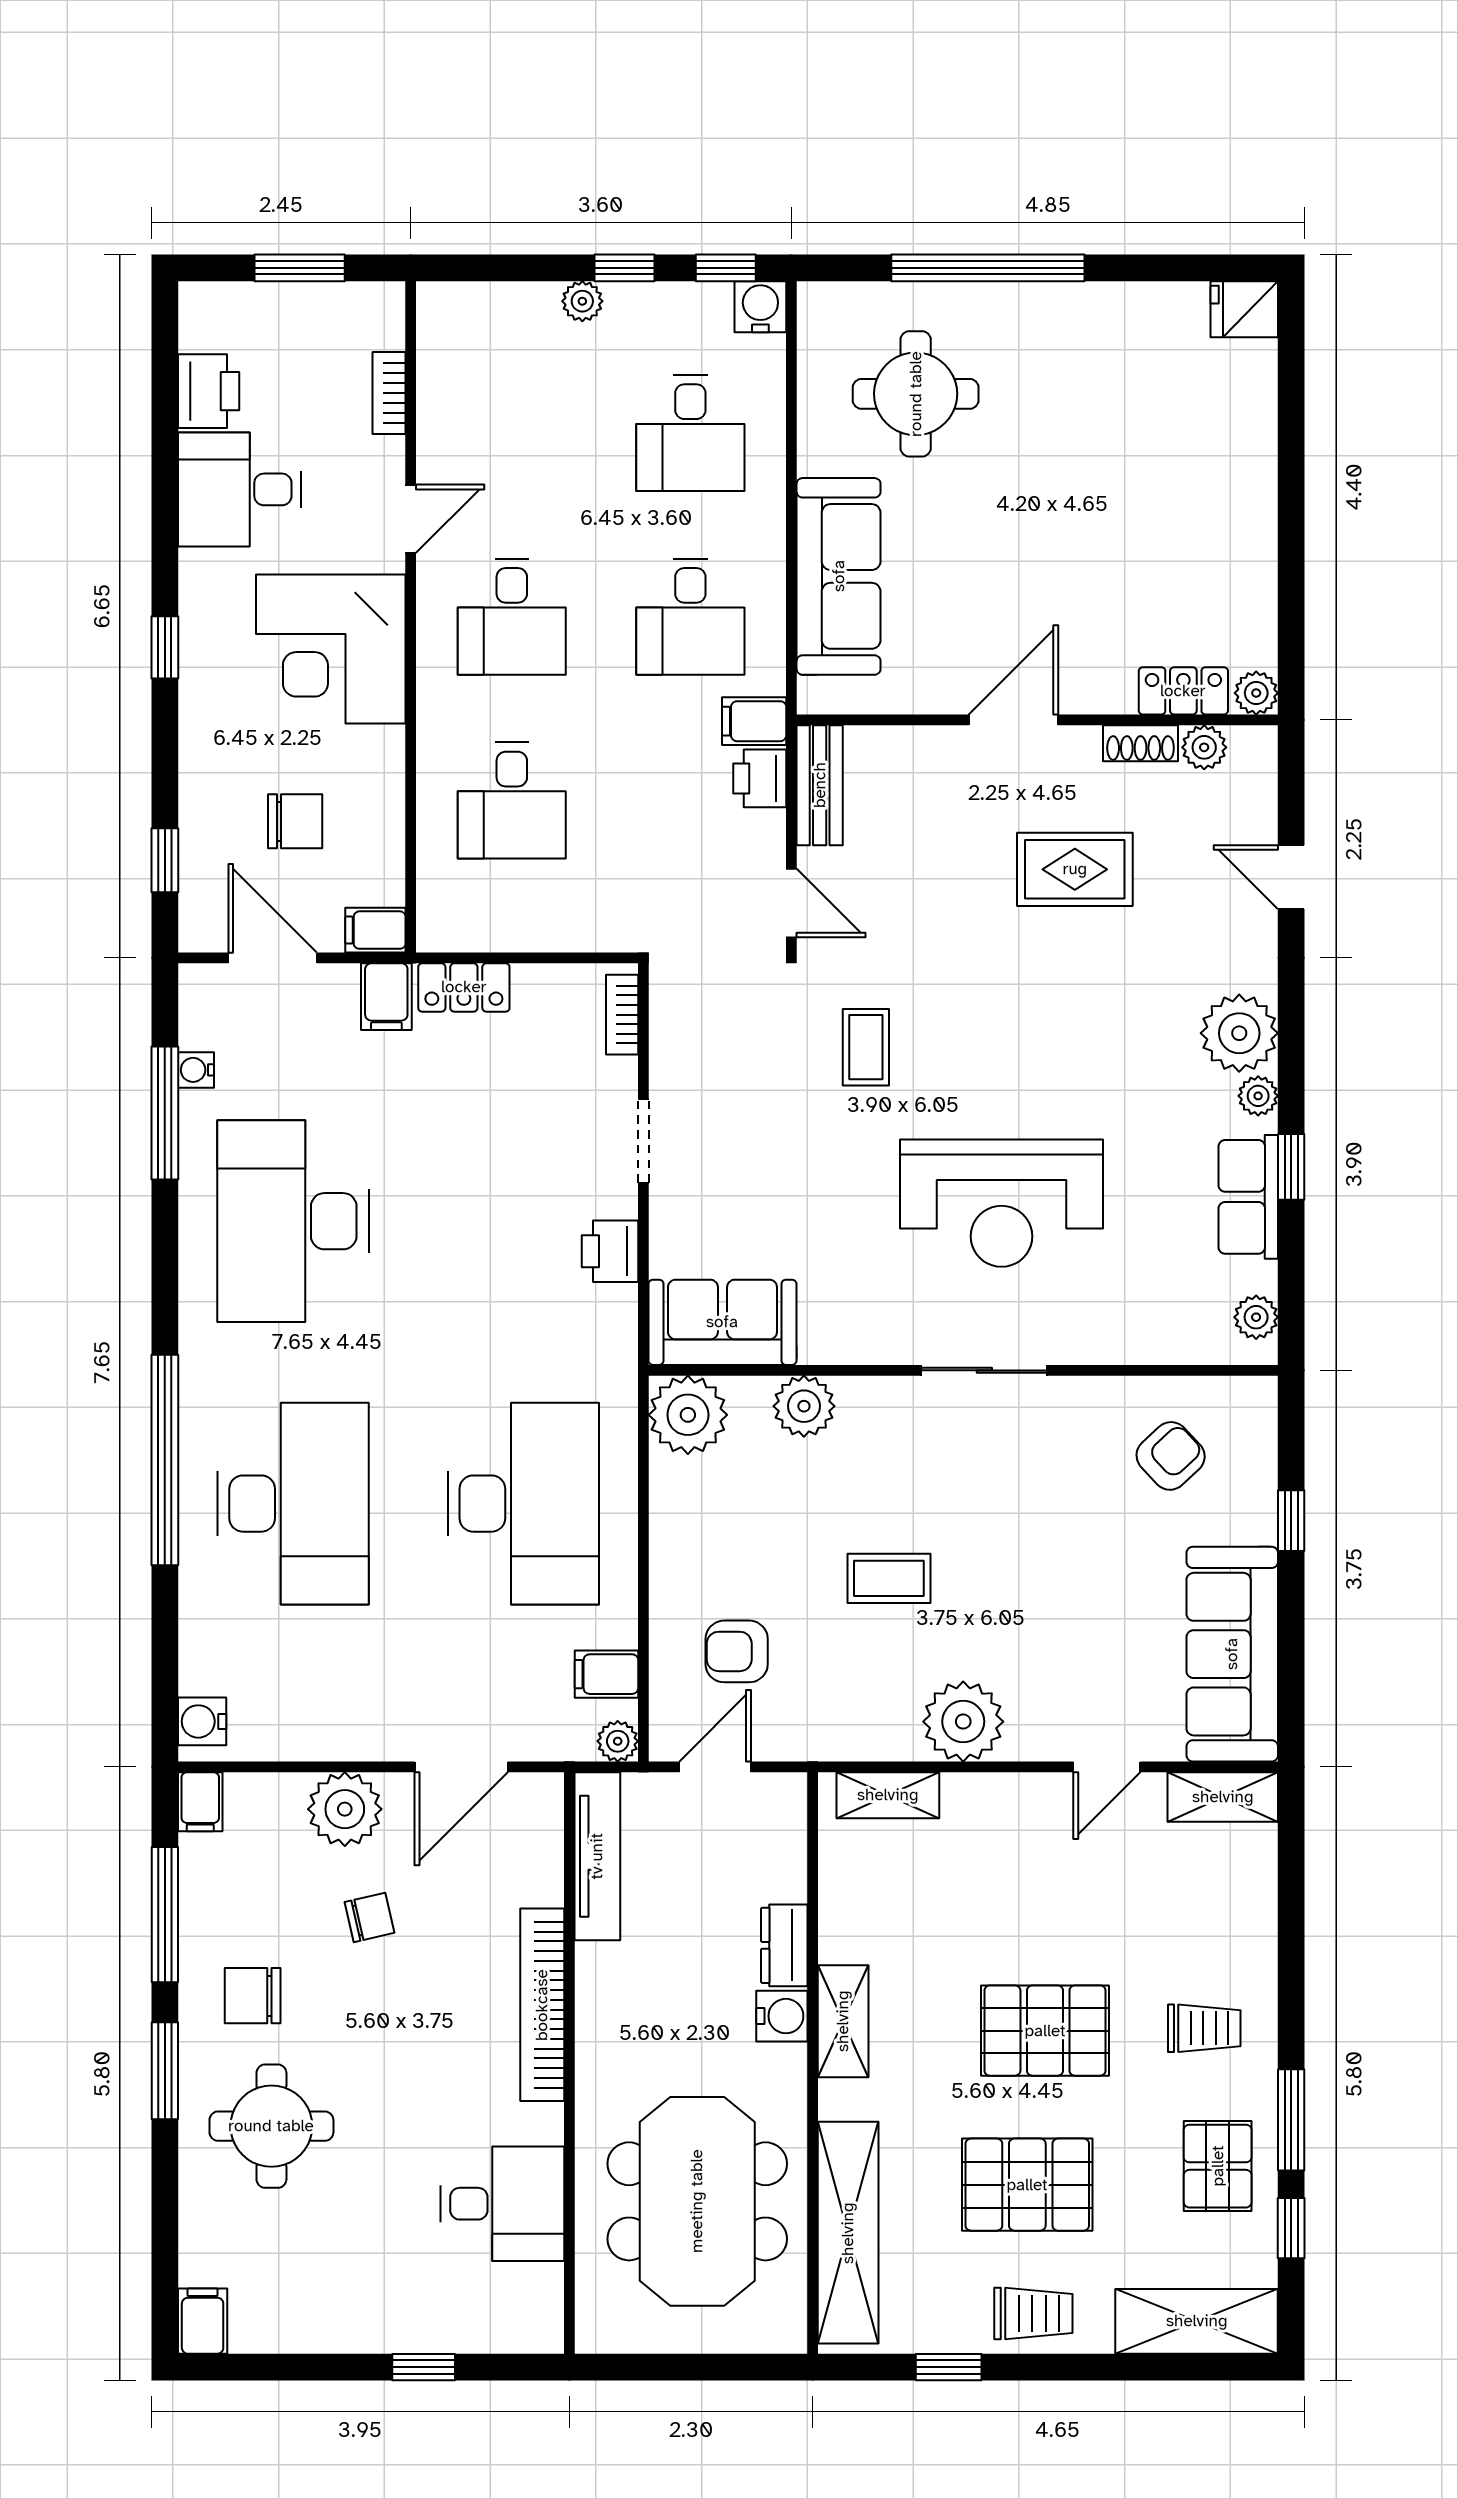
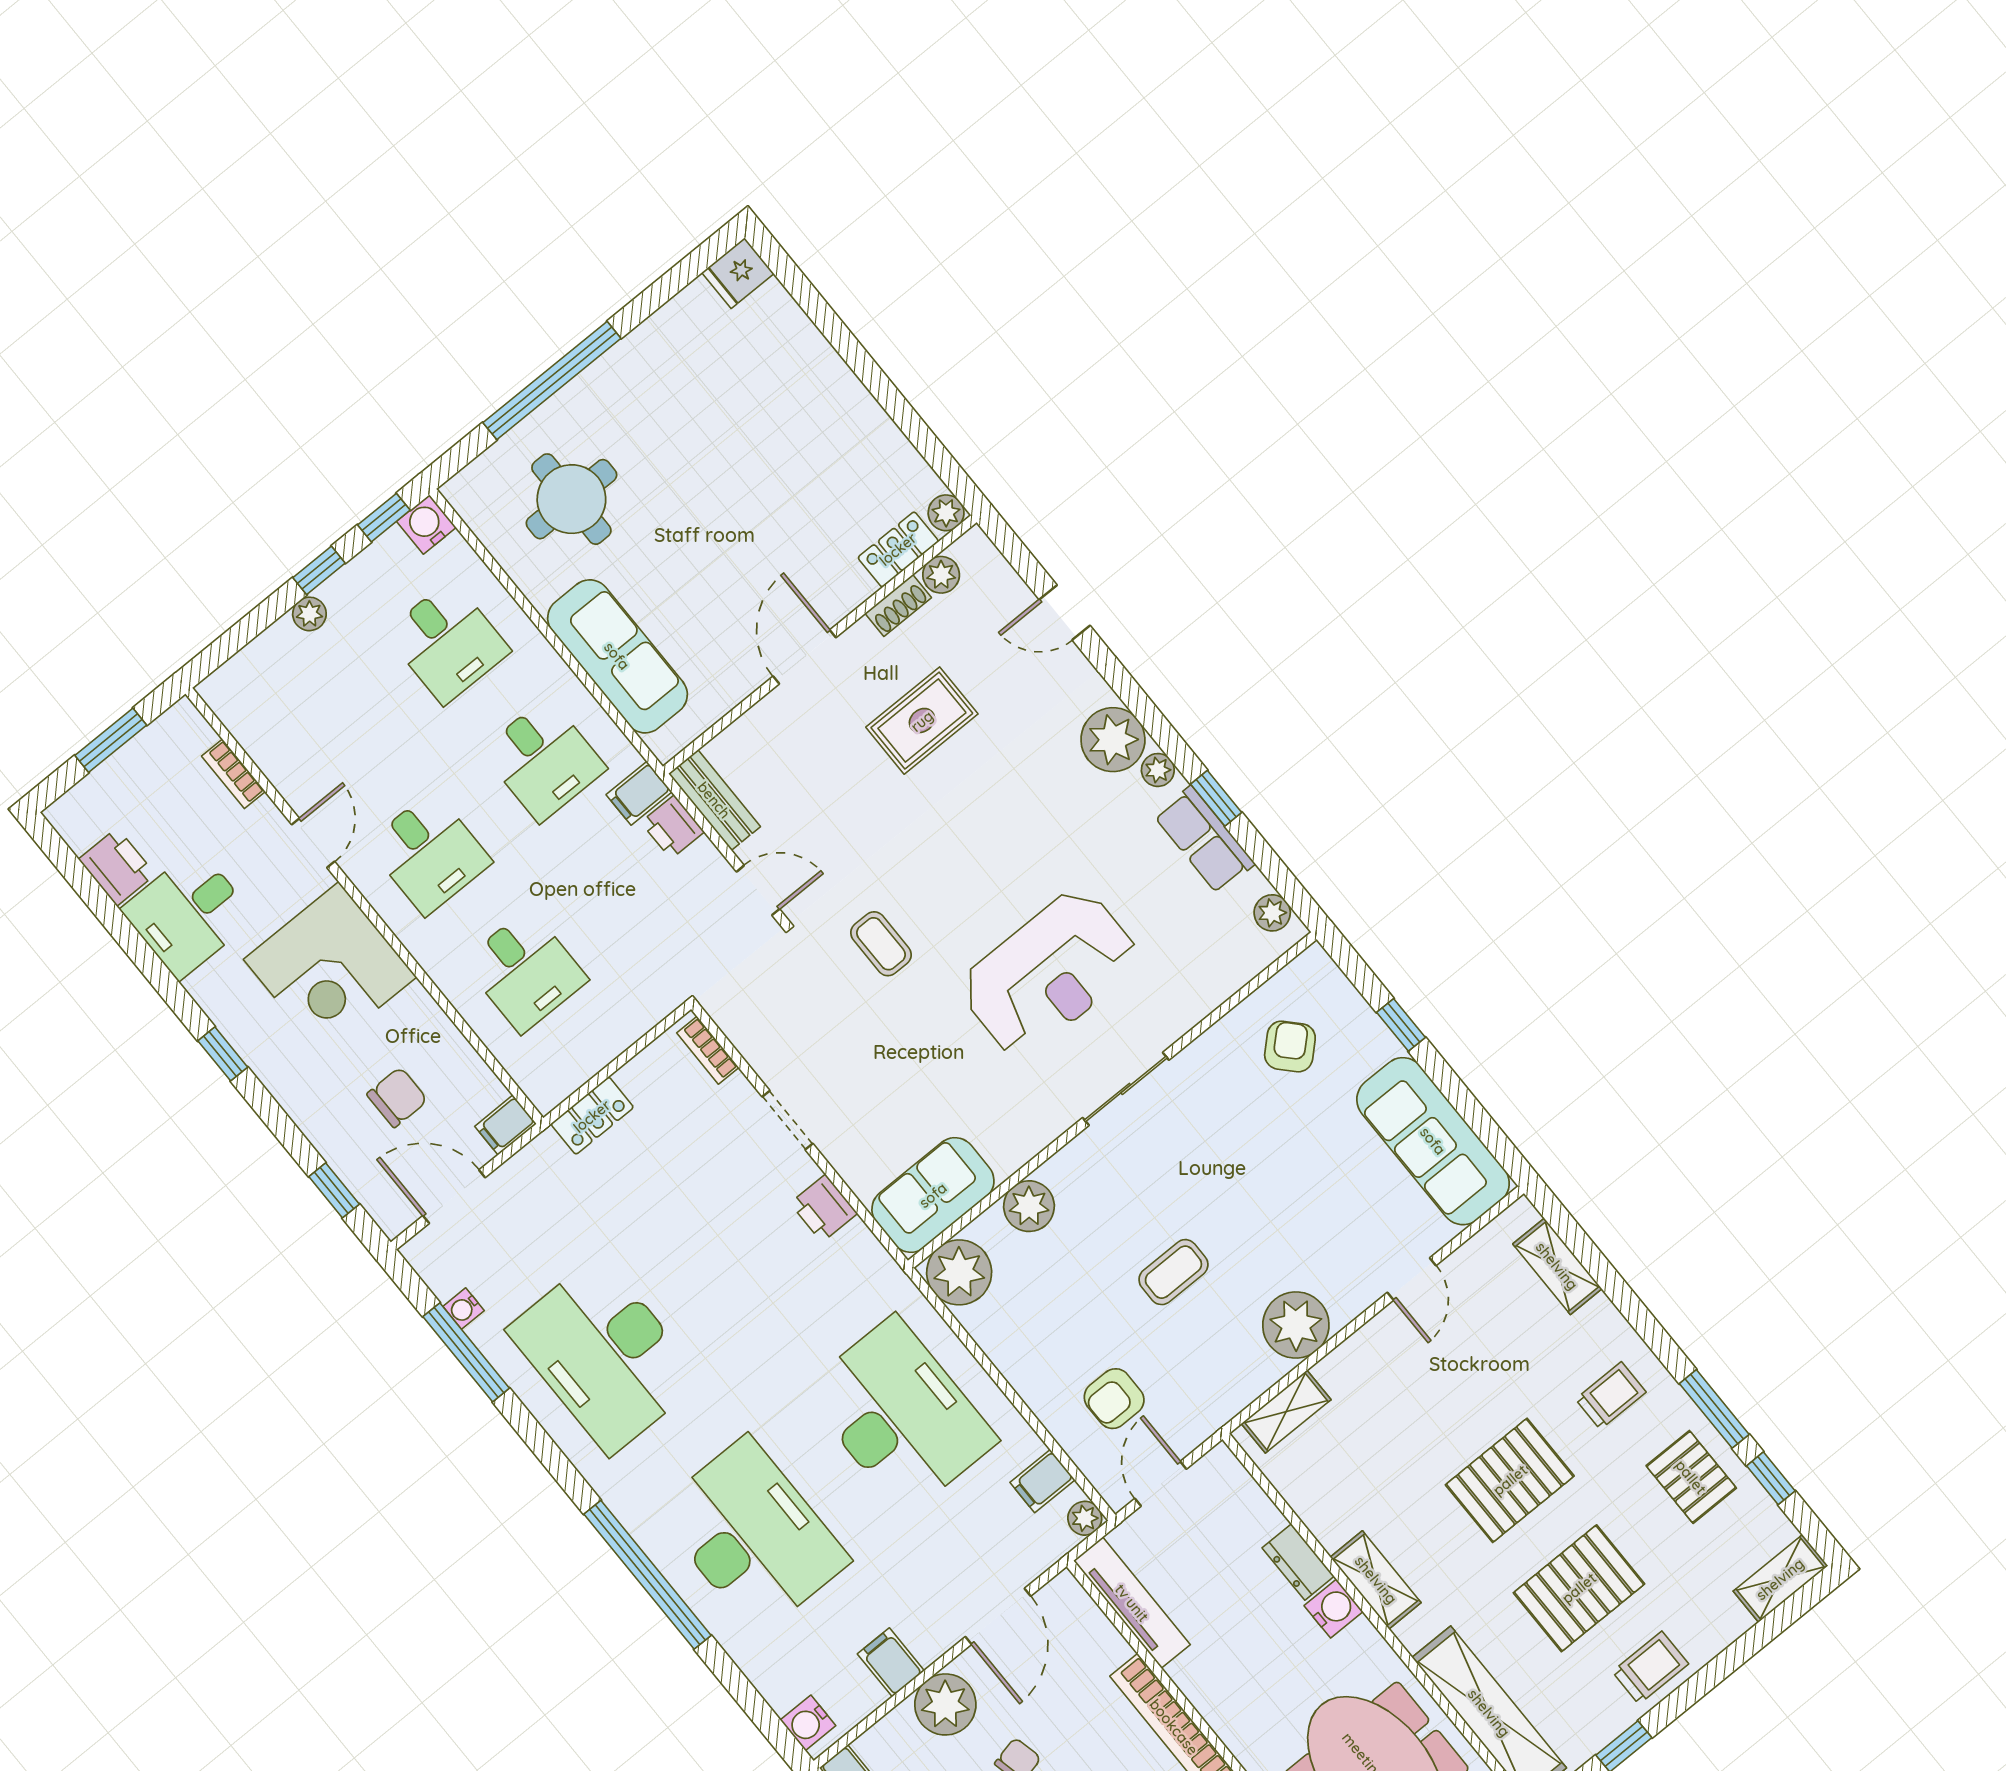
filing cabinet: (386, 997) -> (891, 1662), moved, turned 180
shelving: (1223, 1797) -> (1557, 1266), moved, turned 90
shelving: (1197, 2321) -> (1780, 1579), width x0.67, depth x0.75

